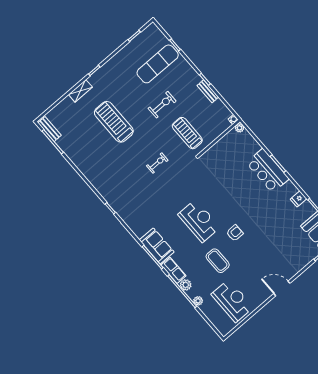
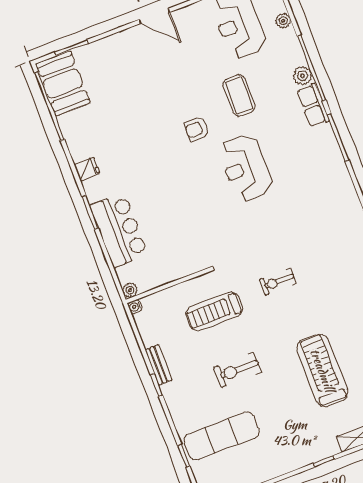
treadmill: (114, 122) -> (322, 370), turned 180
treadmill: (187, 133) -> (214, 311), turned 90
bar counter: (268, 171) -> (119, 230), moved
fridge: (299, 199) -> (87, 169), moved
sofa: (157, 246) -> (326, 153), removed
plant: (198, 301) -> (283, 21), moved

